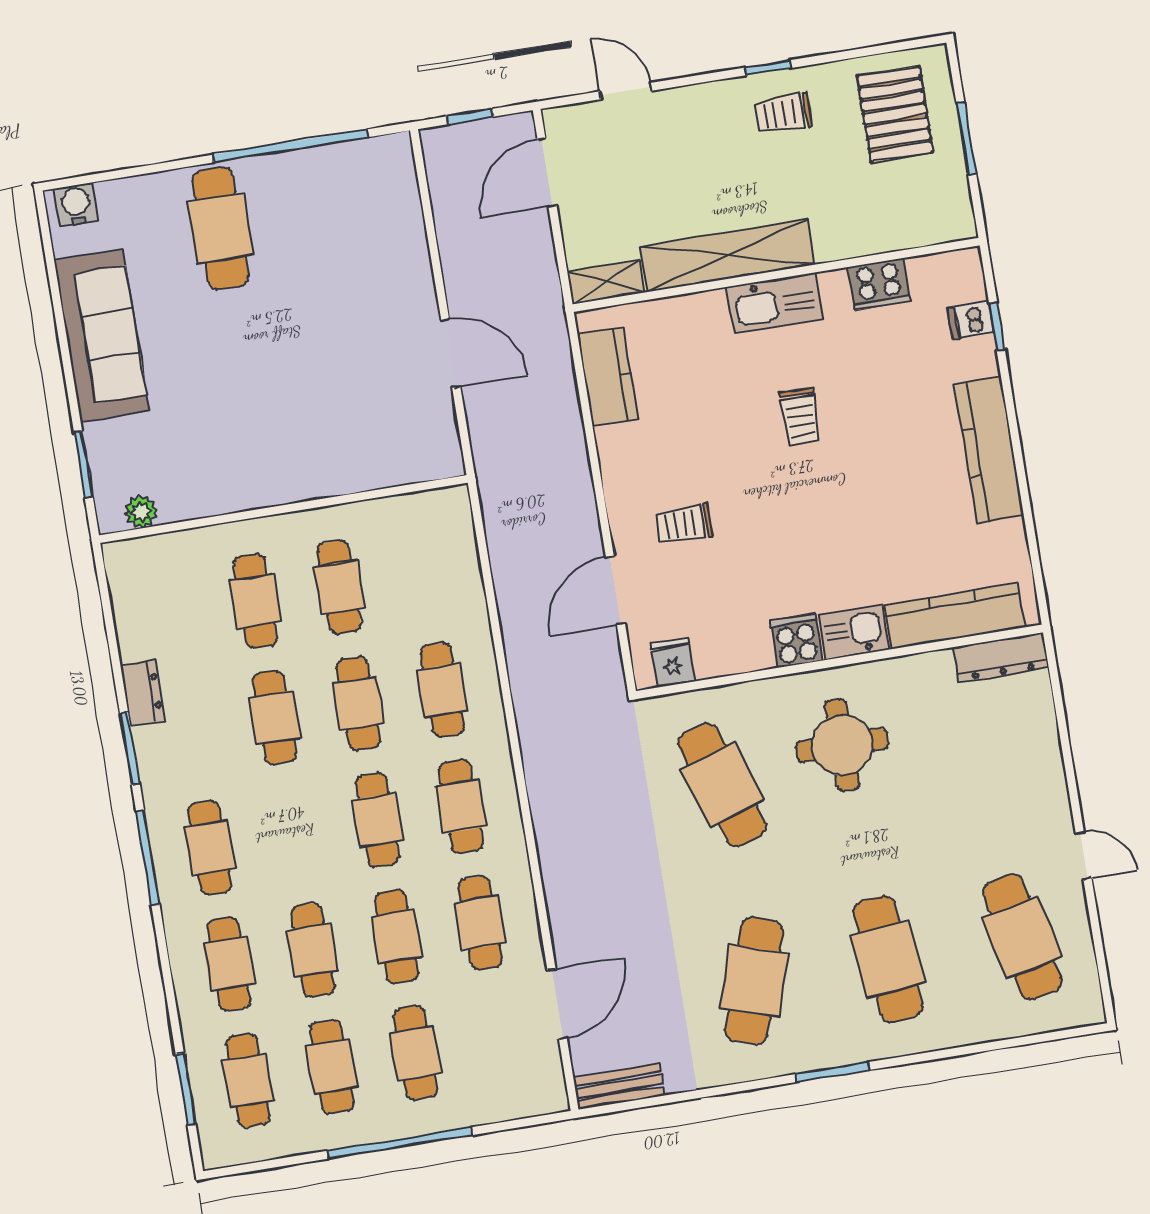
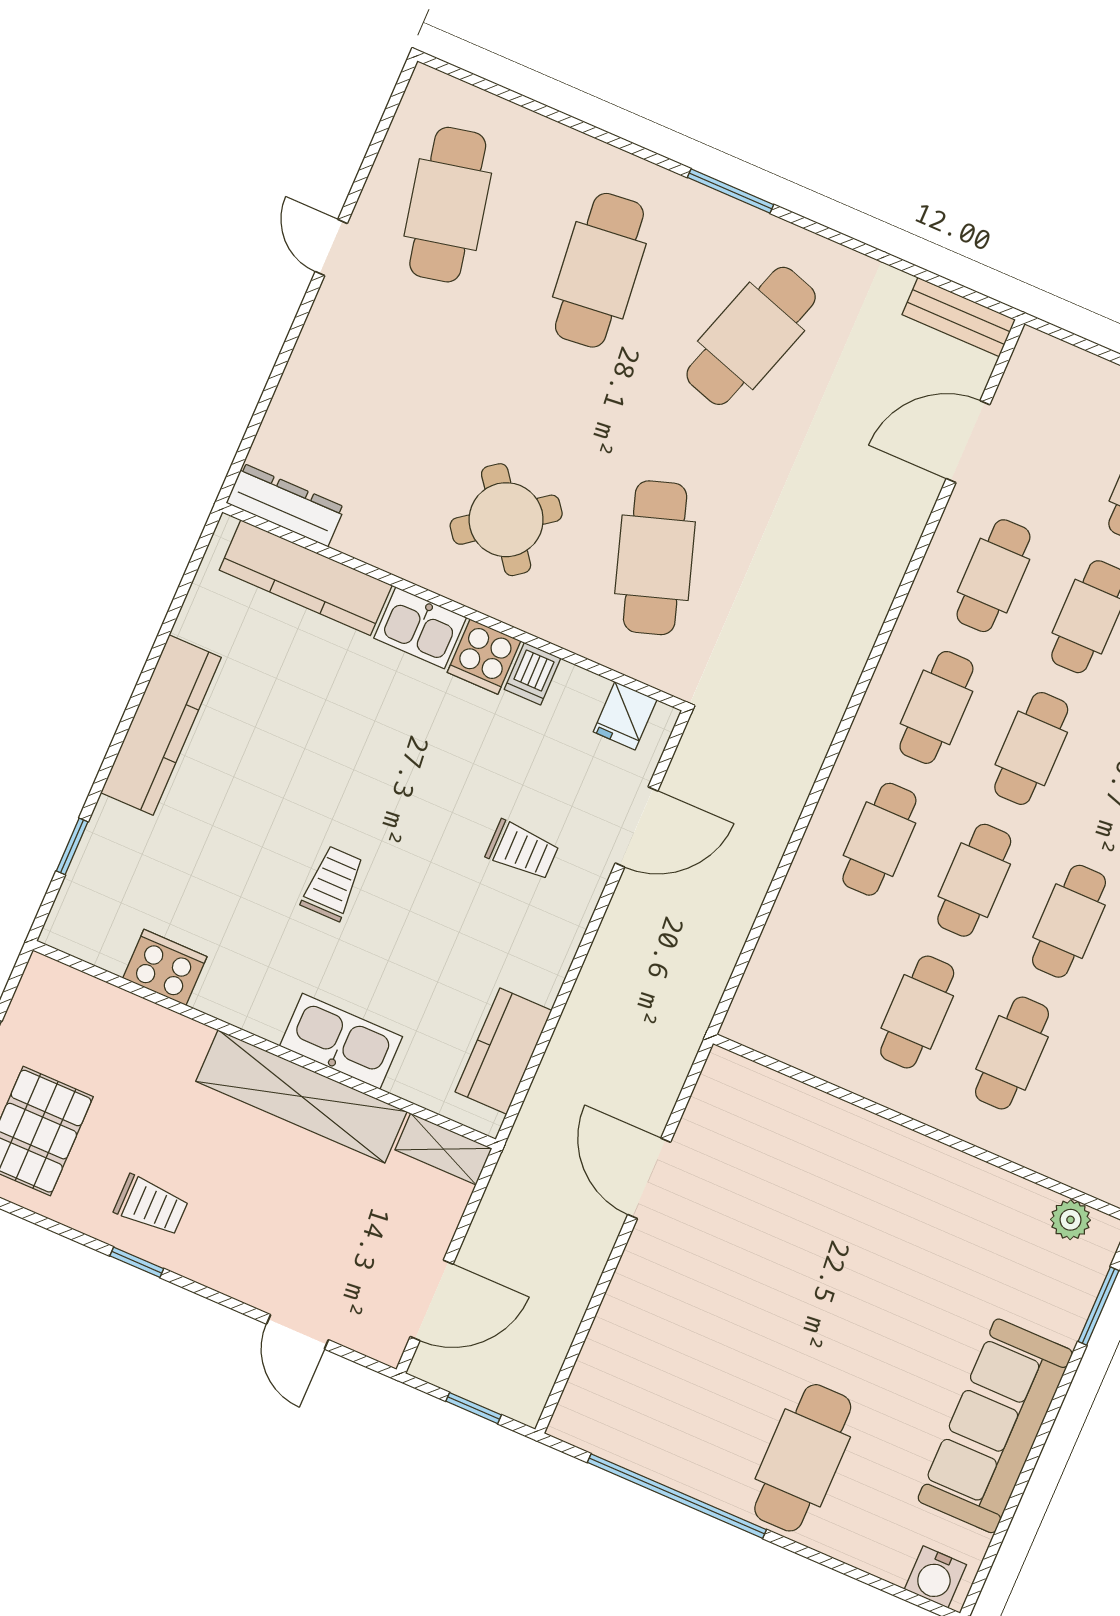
kitchen sink: (774, 303) -> (341, 1041), moved
dishwasher: (971, 320) -> (533, 674), moved, turned 90
round table: (842, 745) -> (506, 520), turned -37

